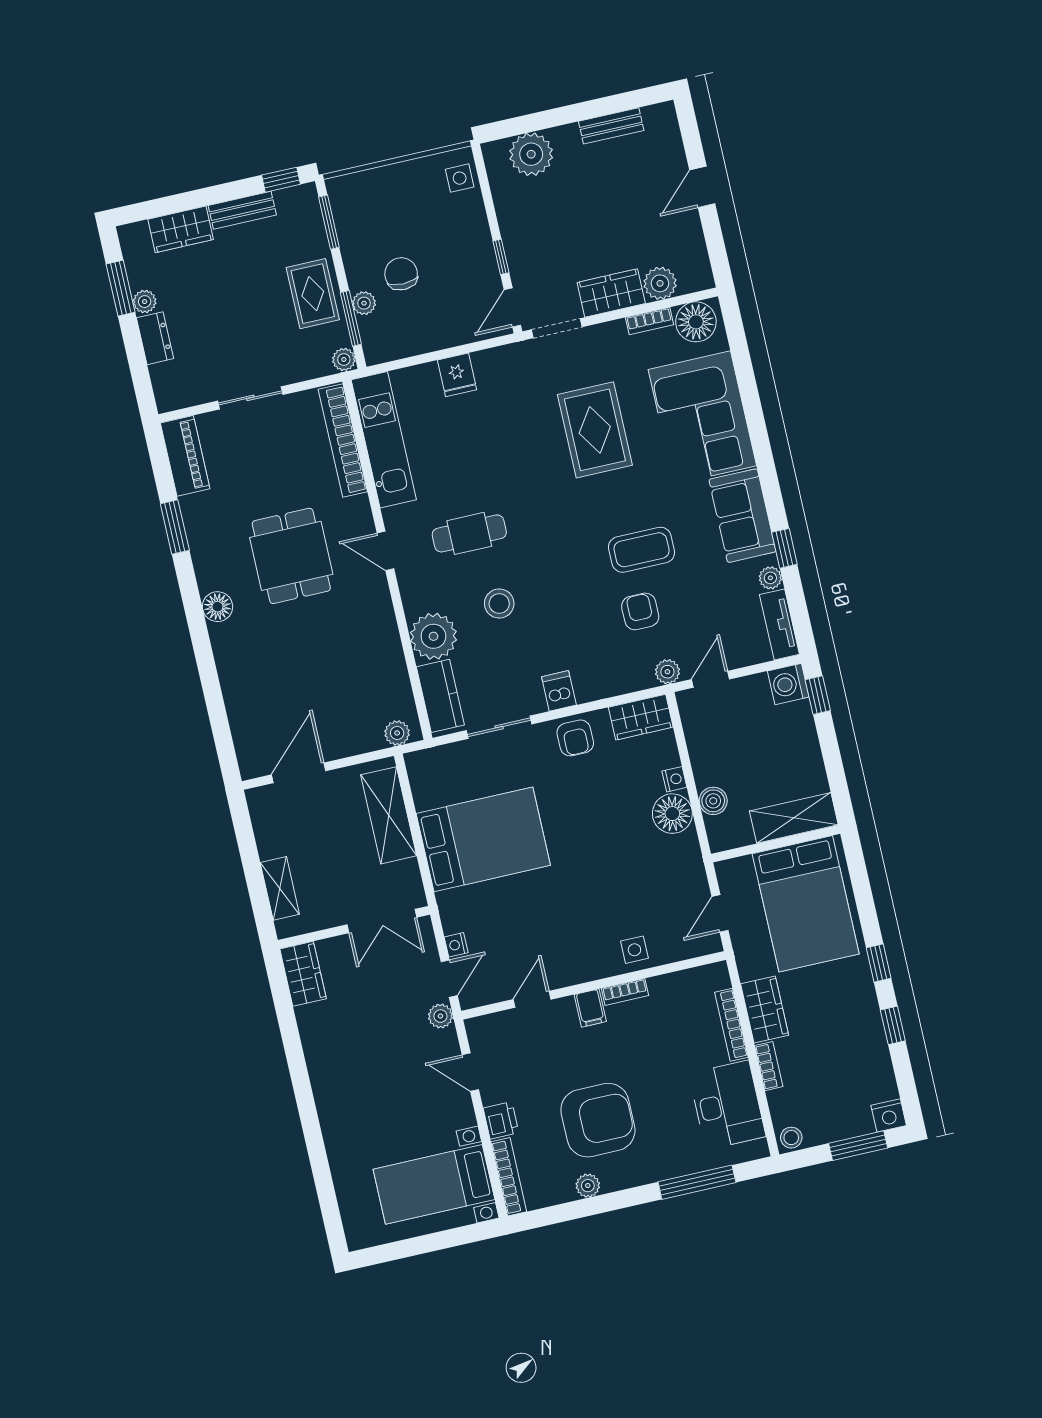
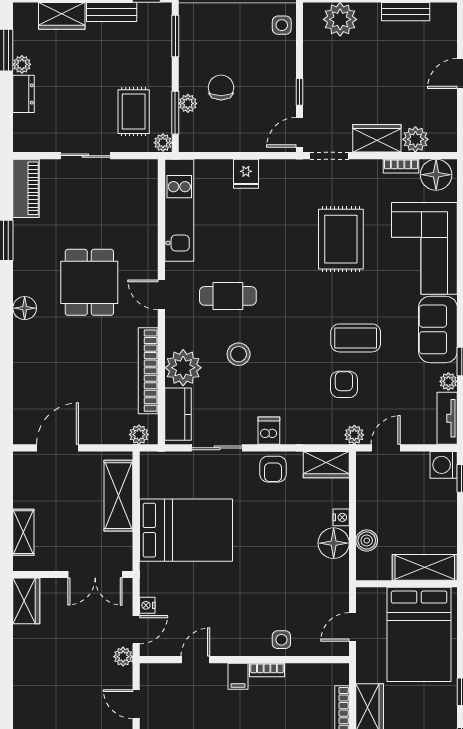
rug: (313, 294) -> (134, 112), moved
bookcase: (343, 440) -> (148, 371), moved

